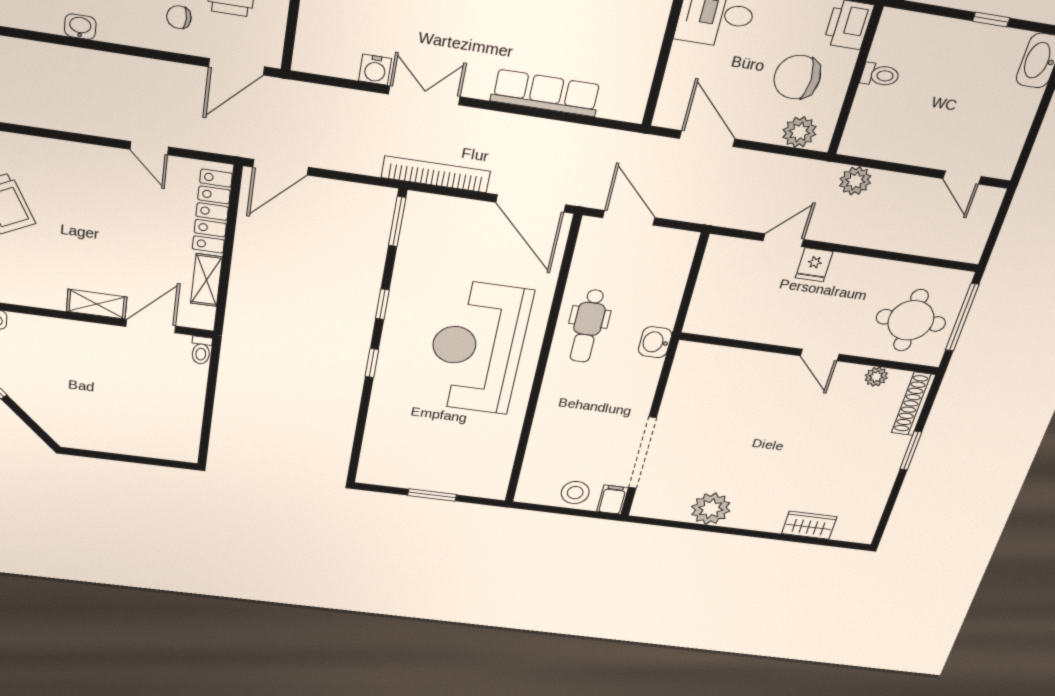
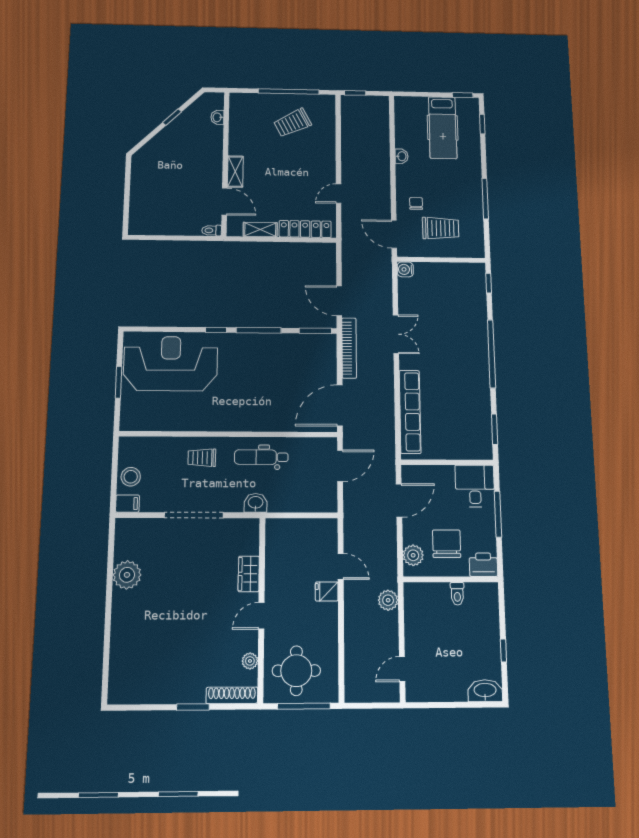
water cooler: (375, 70) -> (405, 269), moved
row of seats: (546, 93) -> (410, 412), width x1.36
door: (281, 167) -> (339, 301), moved
window: (382, 304) -> (259, 330), width x2.17
reception desk: (477, 348) -> (171, 364), moved
trolley: (569, 404) -> (202, 458), added
doorway: (642, 453) -> (194, 515), moved
wardrobe: (809, 525) -> (249, 574), moved, turned 180

